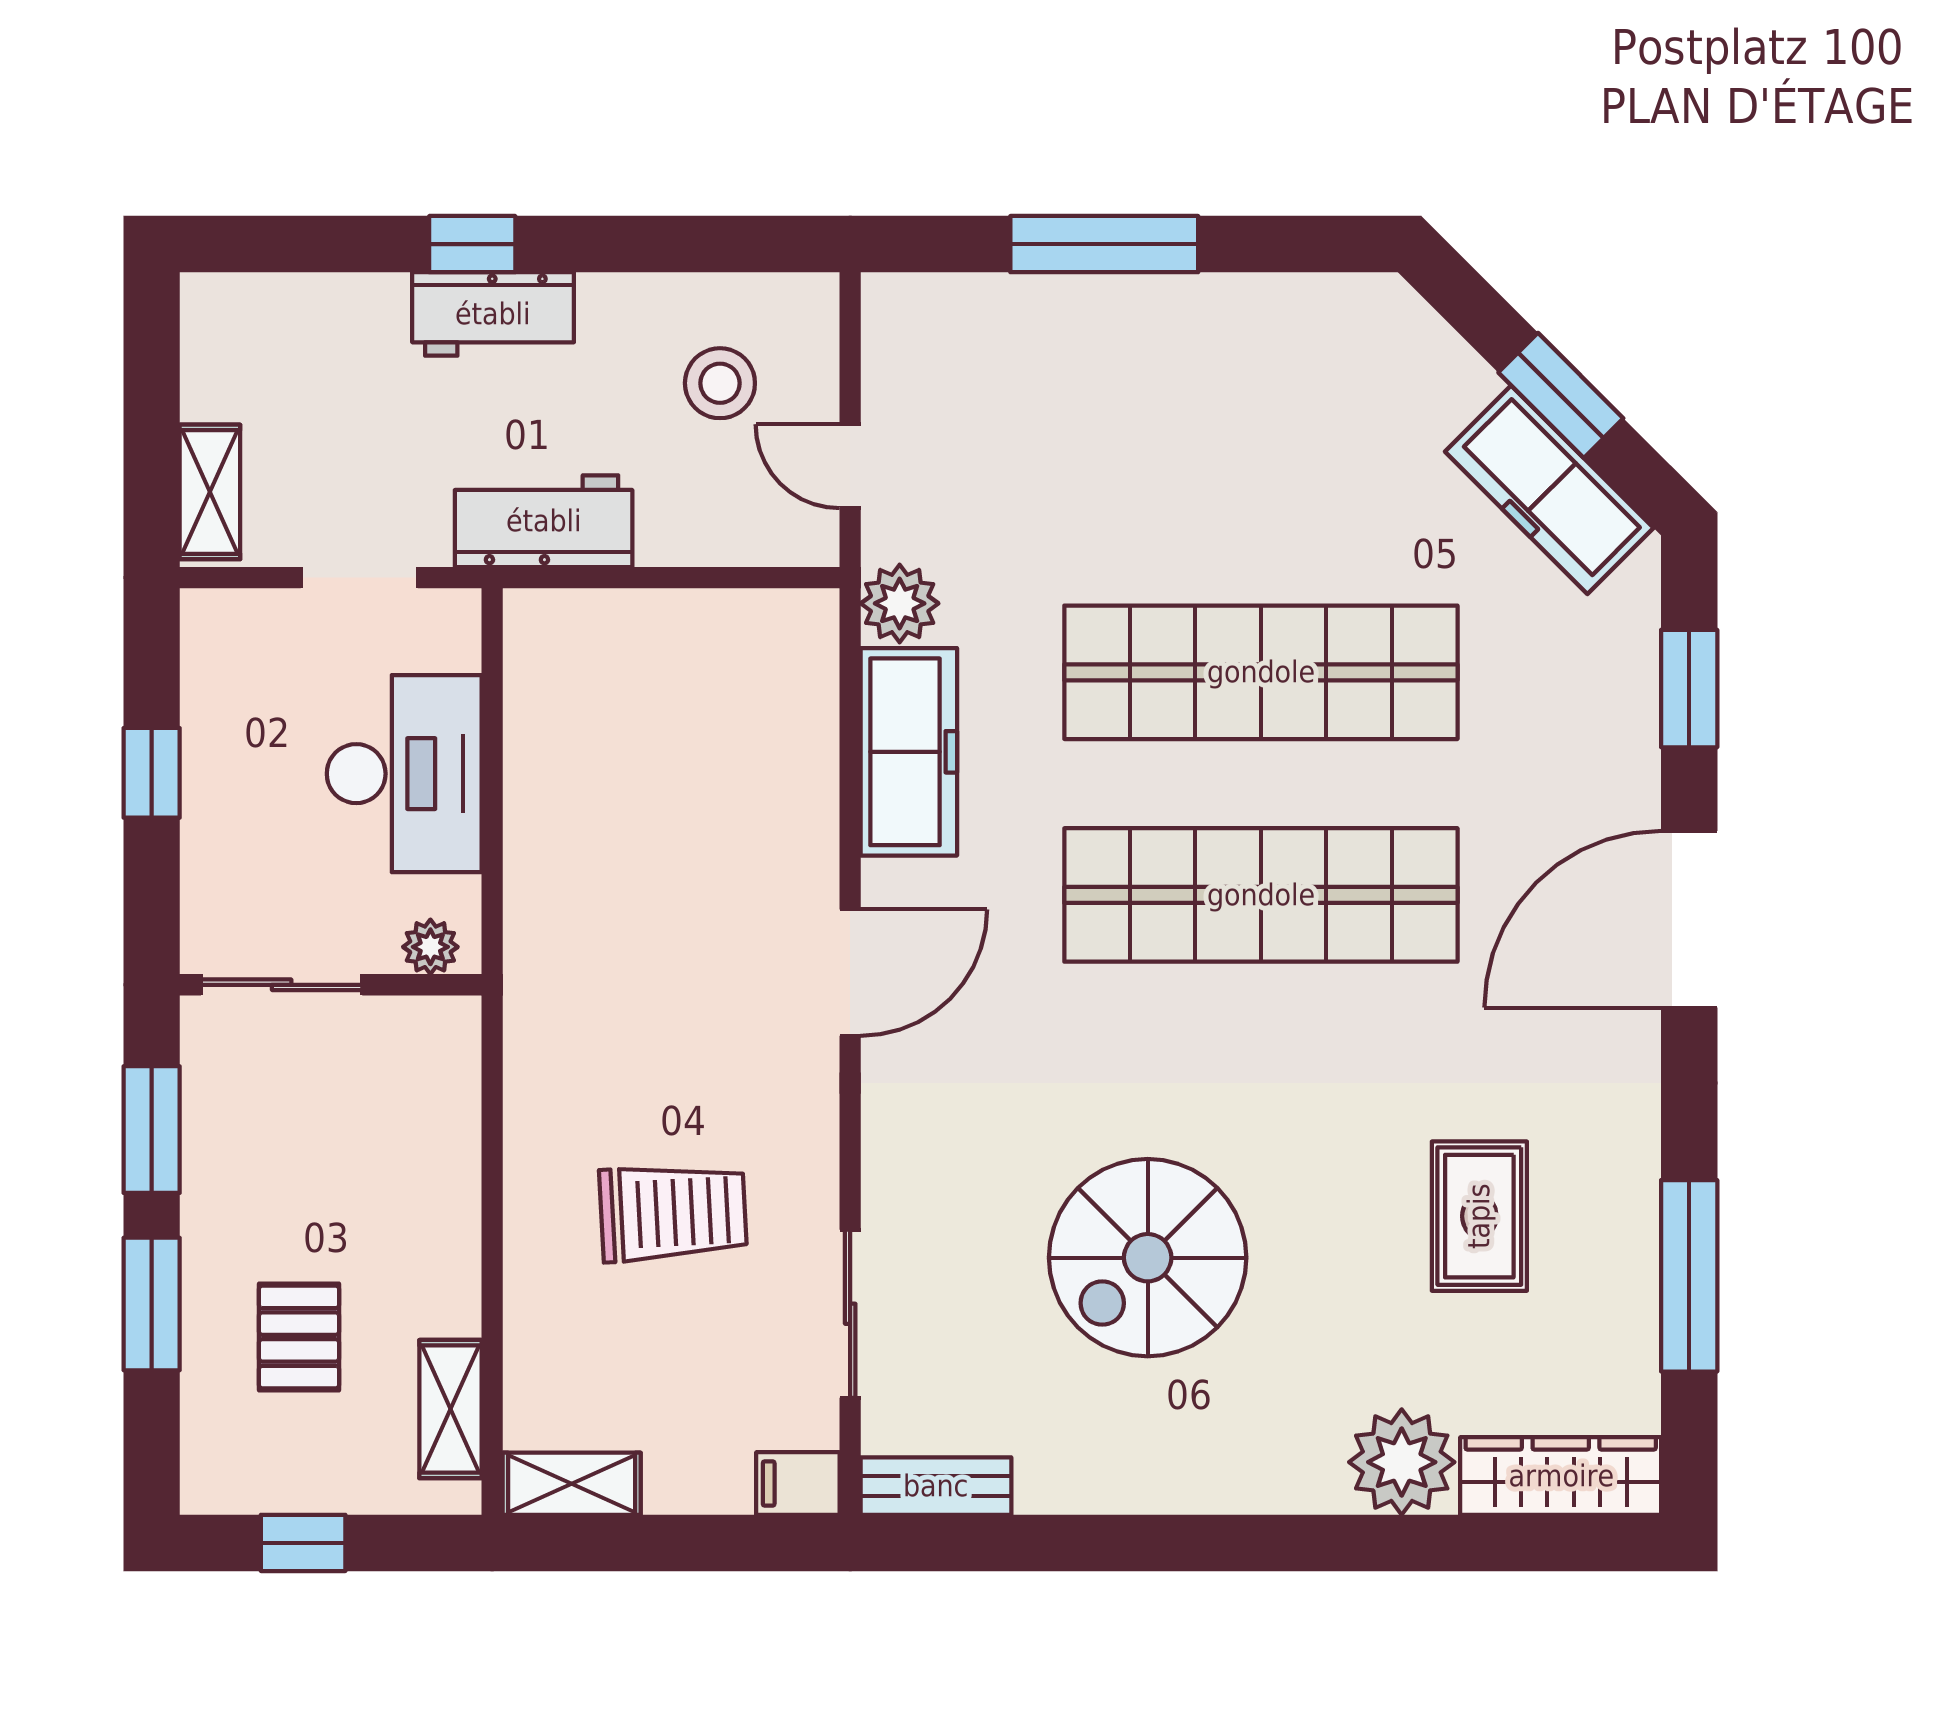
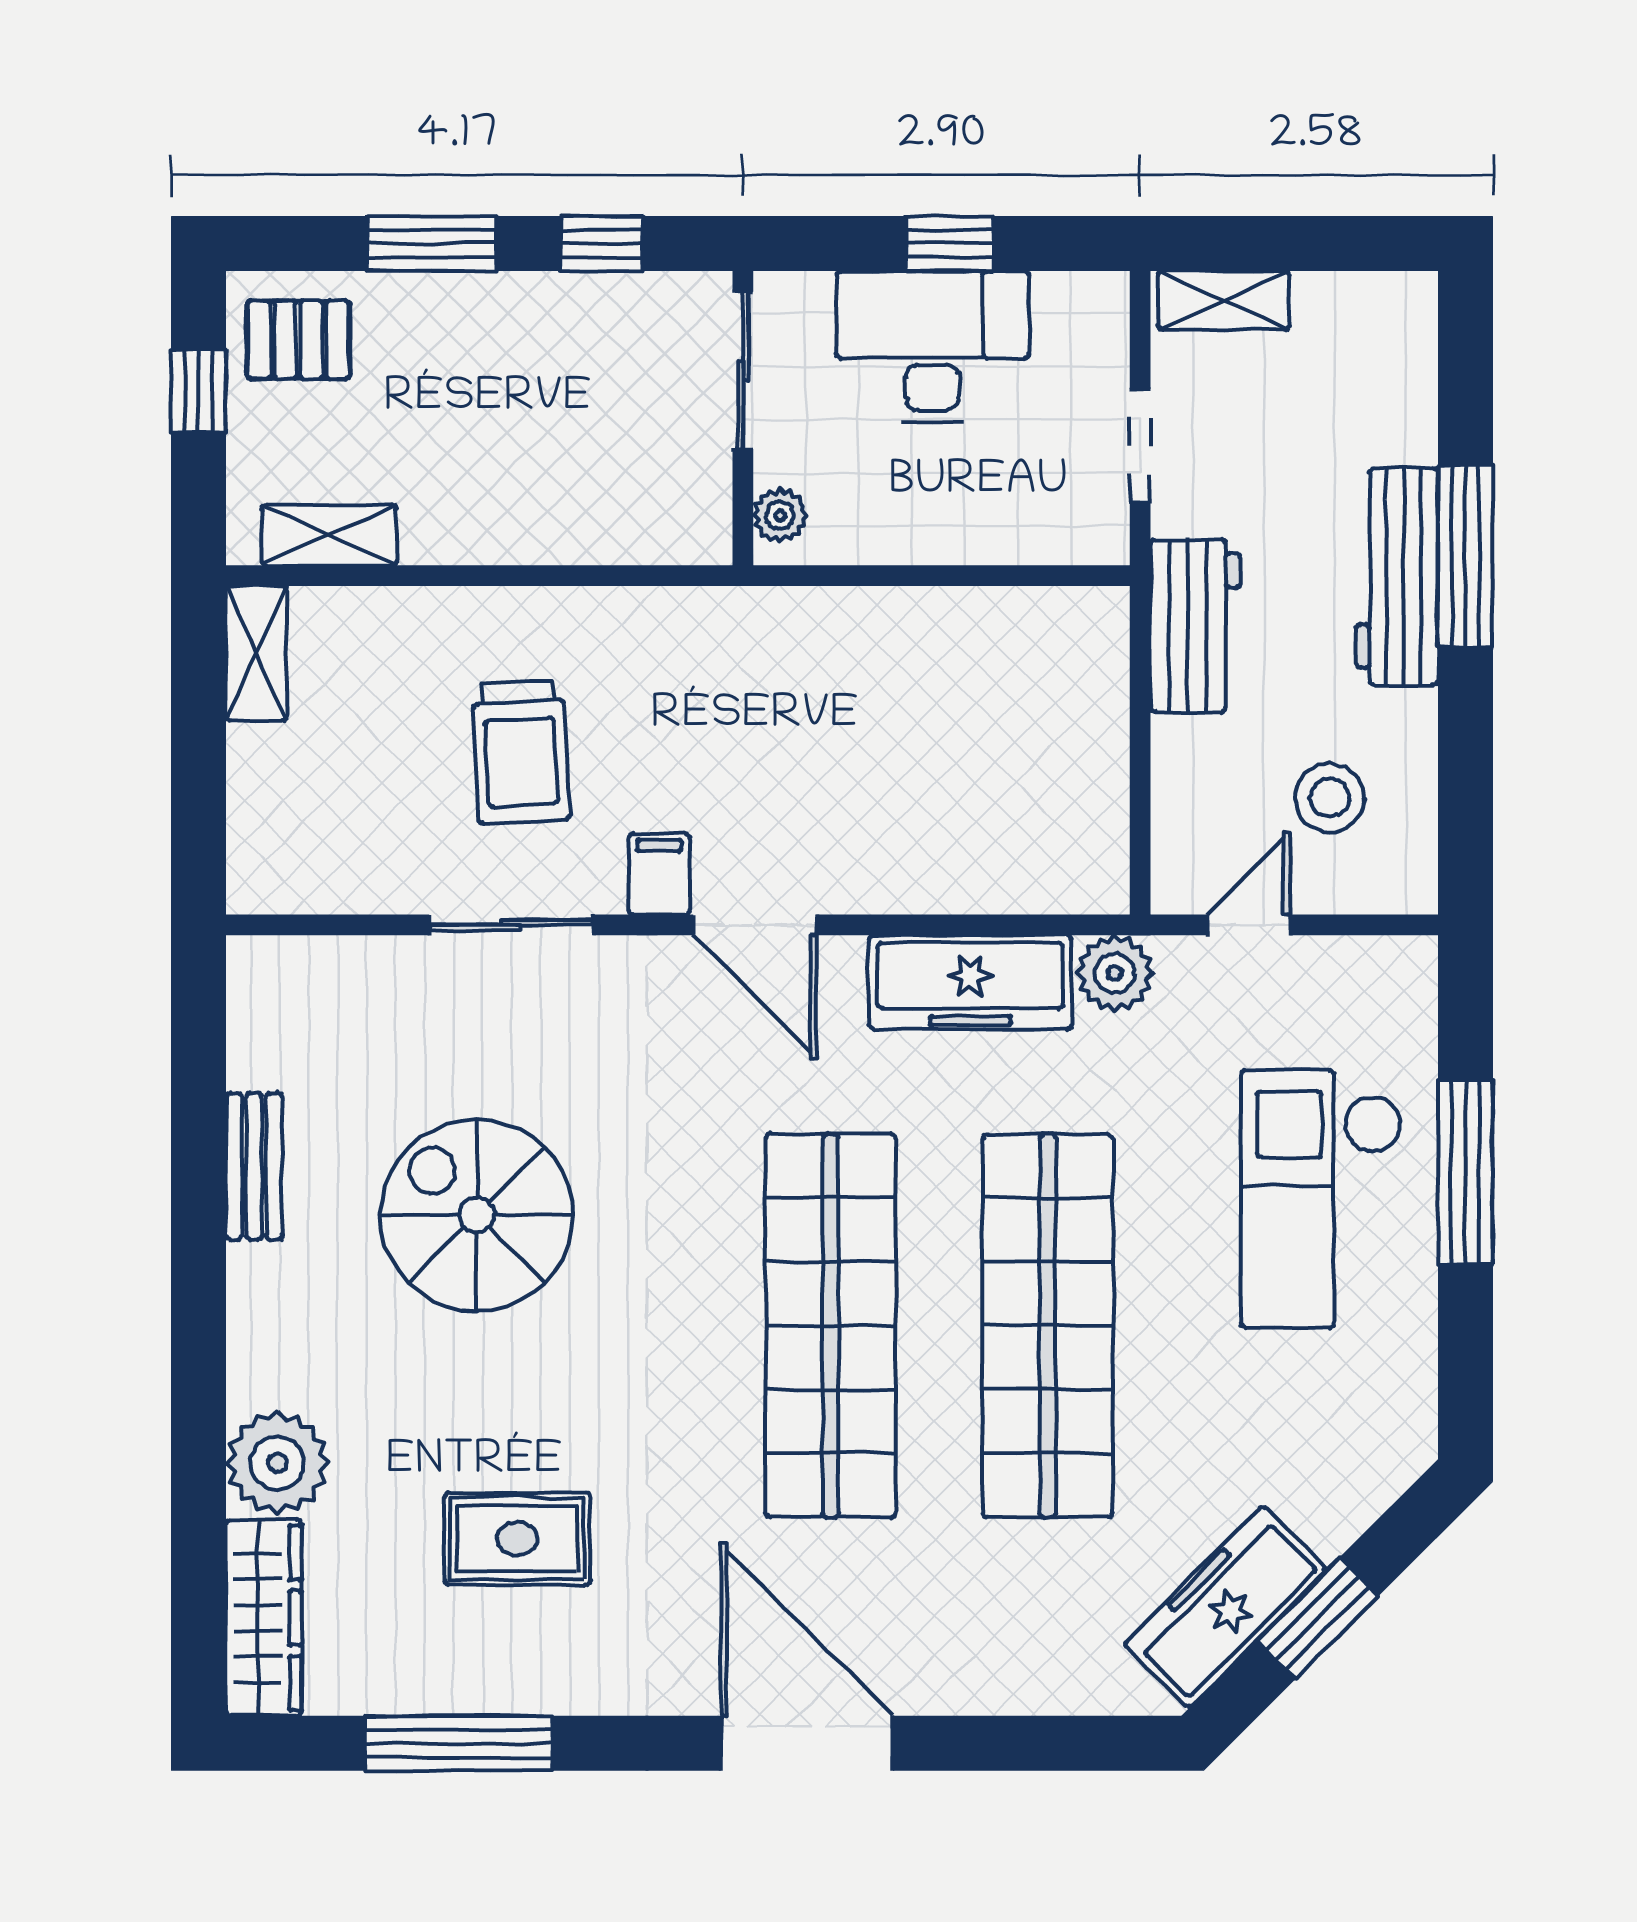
window: (472, 244) -> (1465, 556), width x2.17
workbench: (493, 314) -> (1397, 577), width x1.38
checkout: (1131, 392) -> (1321, 1199), added
window: (1689, 689) -> (1032, 1743), removed
desk: (404, 774) -> (933, 346), moved, turned 180
window: (152, 1130) -> (602, 244), width x0.67
sliding door: (850, 1314) -> (511, 925), moved
pallet: (299, 1337) -> (298, 340), moved
filing cabinet: (798, 1484) -> (659, 874), moved
bench: (936, 1486) -> (254, 1166), moved

